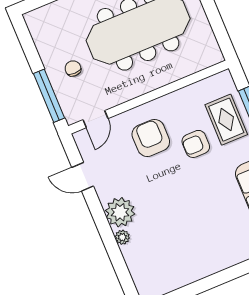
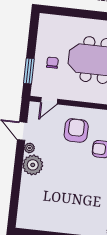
window: (49, 96) -> (29, 71), width x0.69
plant: (122, 237) -> (29, 148), moved

